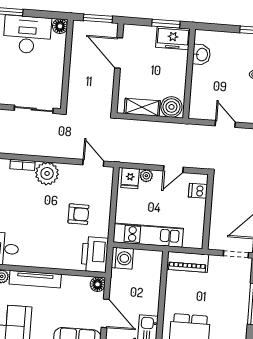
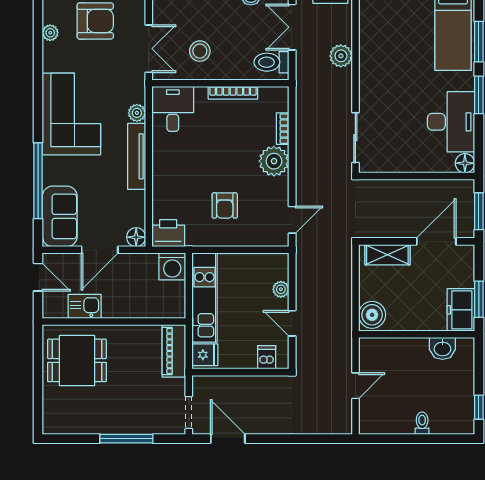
shelving: (142, 107) -> (387, 255), moved, turned 90
fridge: (130, 178) -> (205, 355), moved, turned 180
printer: (95, 254) -> (168, 233), width x0.73, depth x0.84

